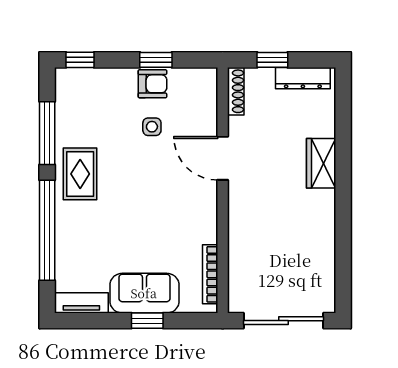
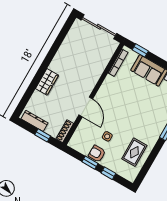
window: (80, 60) -> (108, 173), moved
window: (47, 133) -> (151, 158), removed
rug: (80, 174) -> (134, 152), moved
window: (147, 321) -> (140, 50), moved

